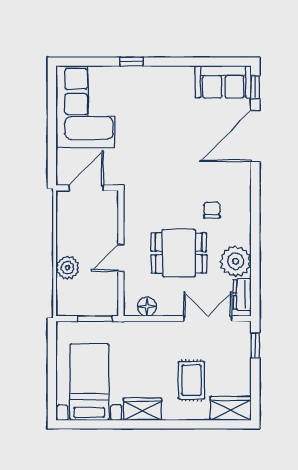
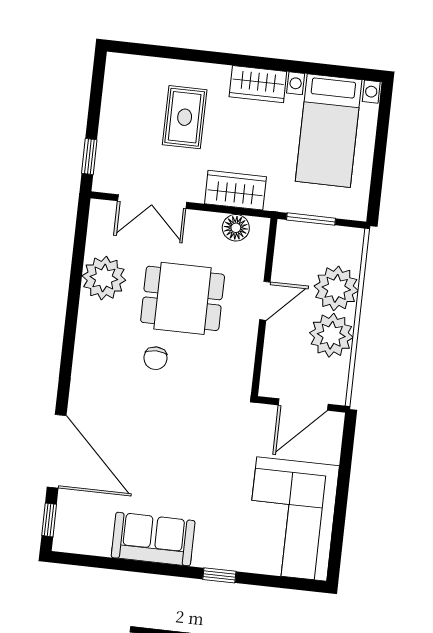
sofa: (223, 82) -> (153, 539), moved
door: (255, 136) -> (57, 451), hinge flipped
chair: (212, 210) -> (155, 358), moved
plant: (72, 239) -> (331, 335), added
plant: (68, 268) -> (336, 288), width x1.36, depth x1.36
dresser: (242, 294) -> (100, 230), removed
wardrobe: (231, 408) -> (235, 190), moved, turned 180

